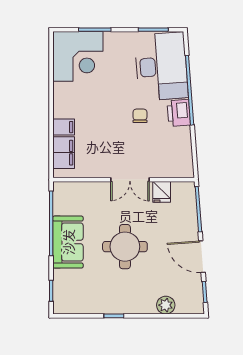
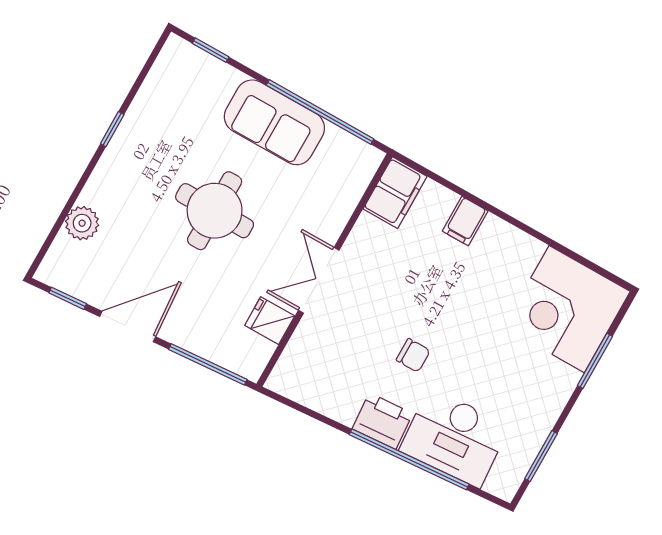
desk: (161, 66) -> (454, 438), width x0.73, depth x0.77
filing cabinet: (64, 153) -> (395, 193), moved, turned -90

